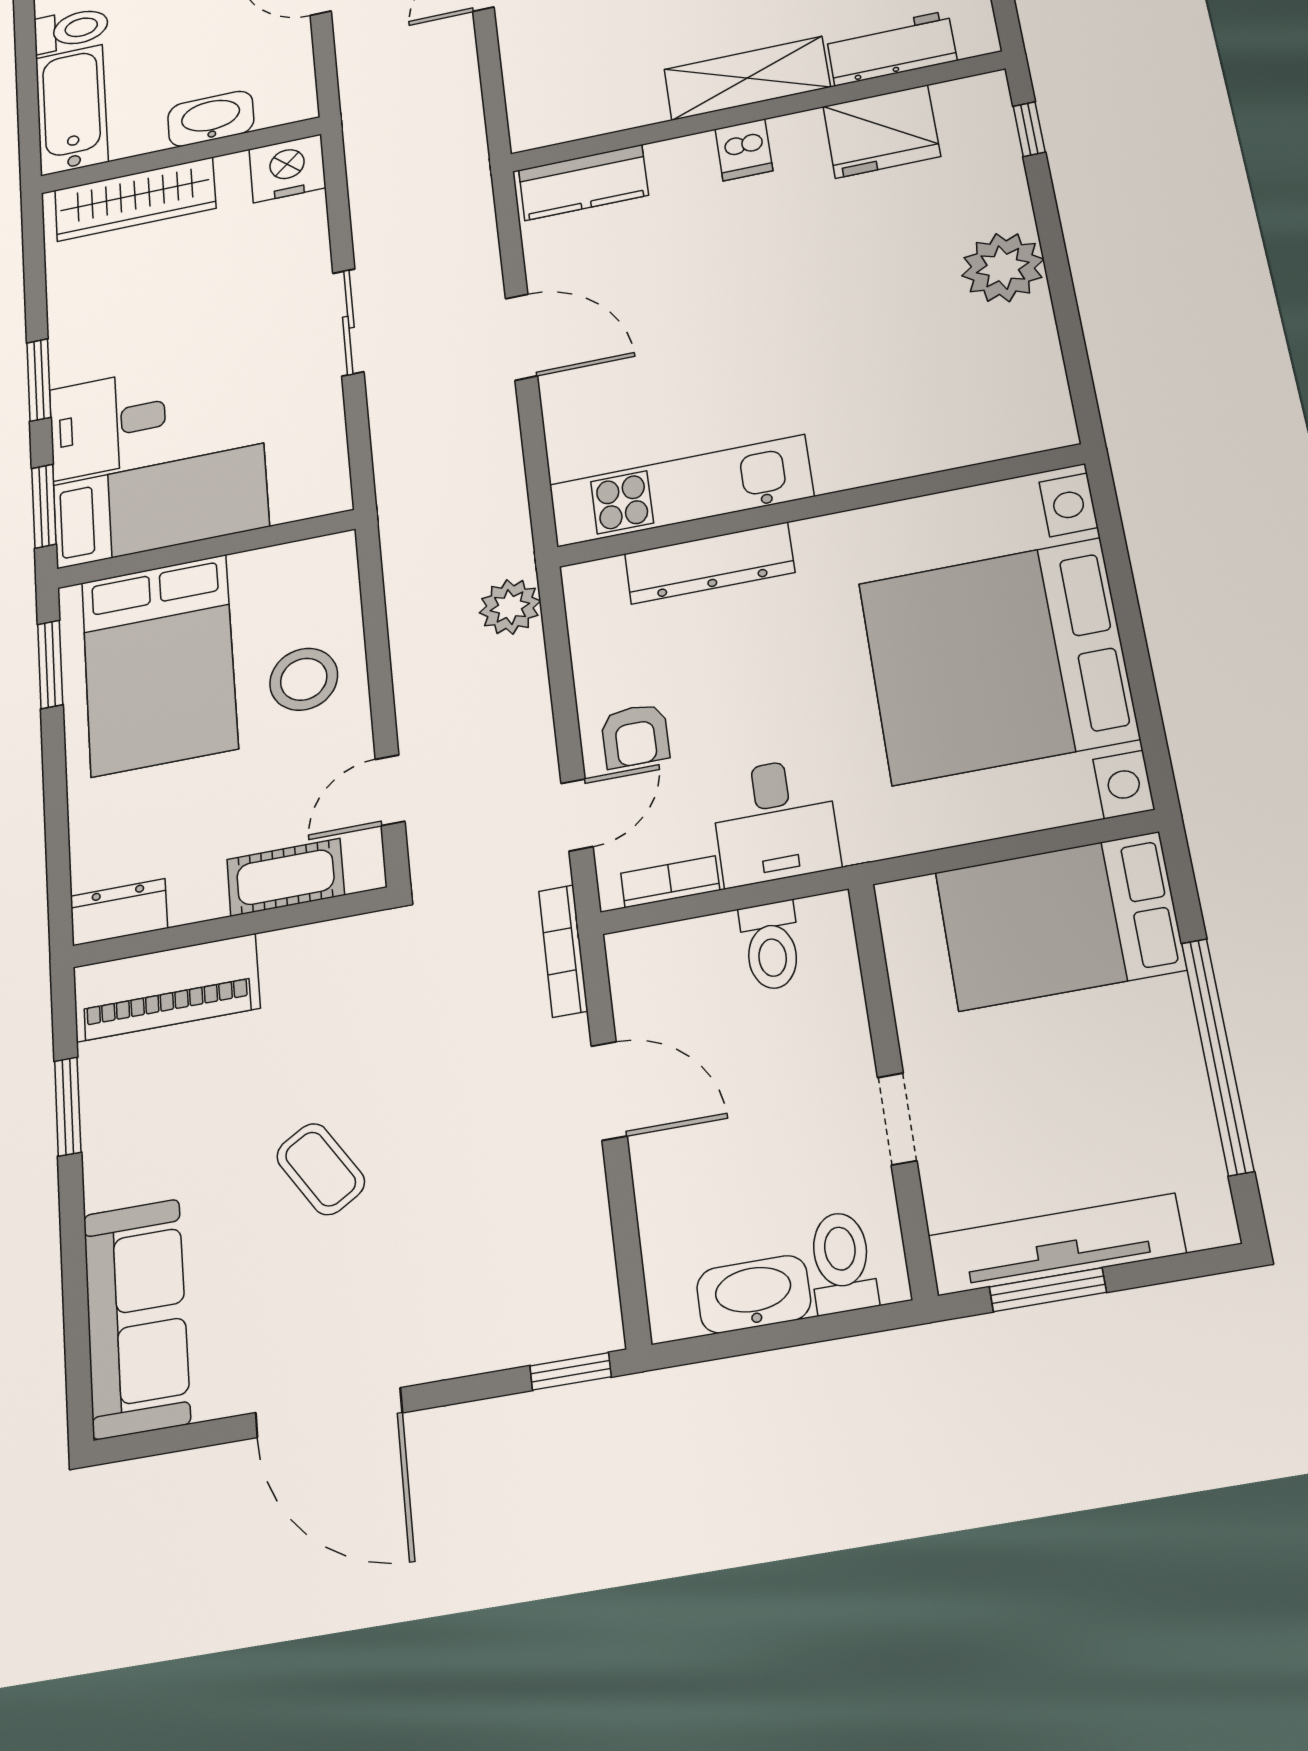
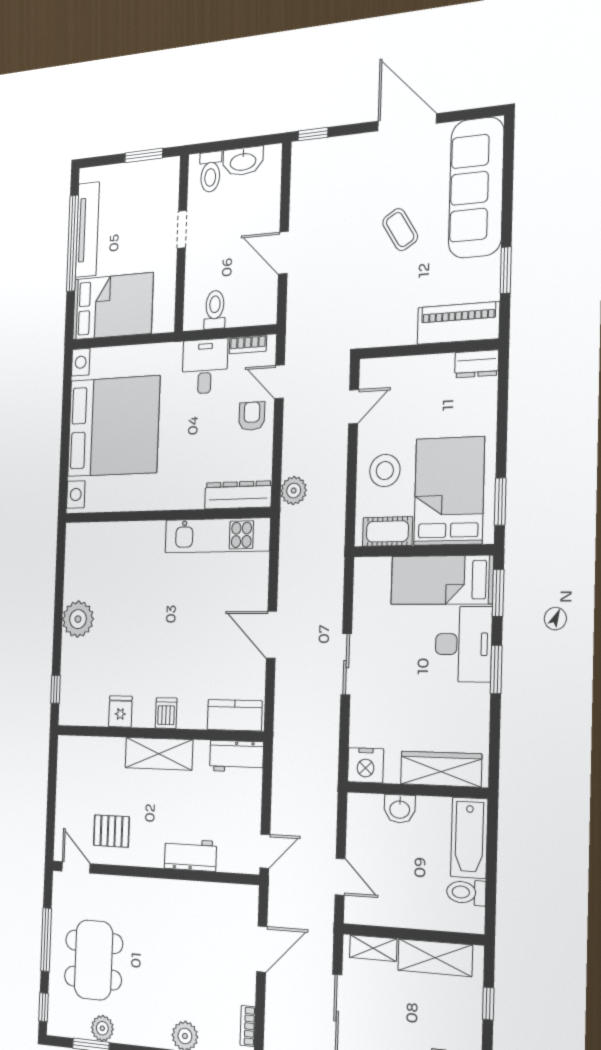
workbench: (891, 48) -> (236, 756), moved
washbasin: (211, 119) -> (400, 809), width x0.72
fridge: (882, 131) -> (120, 711), width x0.53, depth x0.75
desk: (108, 424) -> (463, 644), width x1.37
dresser: (710, 563) -> (238, 495), moved
door: (577, 815) -> (279, 382), hinge flipped
cot: (285, 877) -> (387, 531), moved
bookcase: (563, 951) -> (293, 318), removed
tv unit: (1056, 1244) -> (87, 230), moved, turned -90
sofa: (137, 1318) -> (476, 188), width x1.36, depth x1.27

